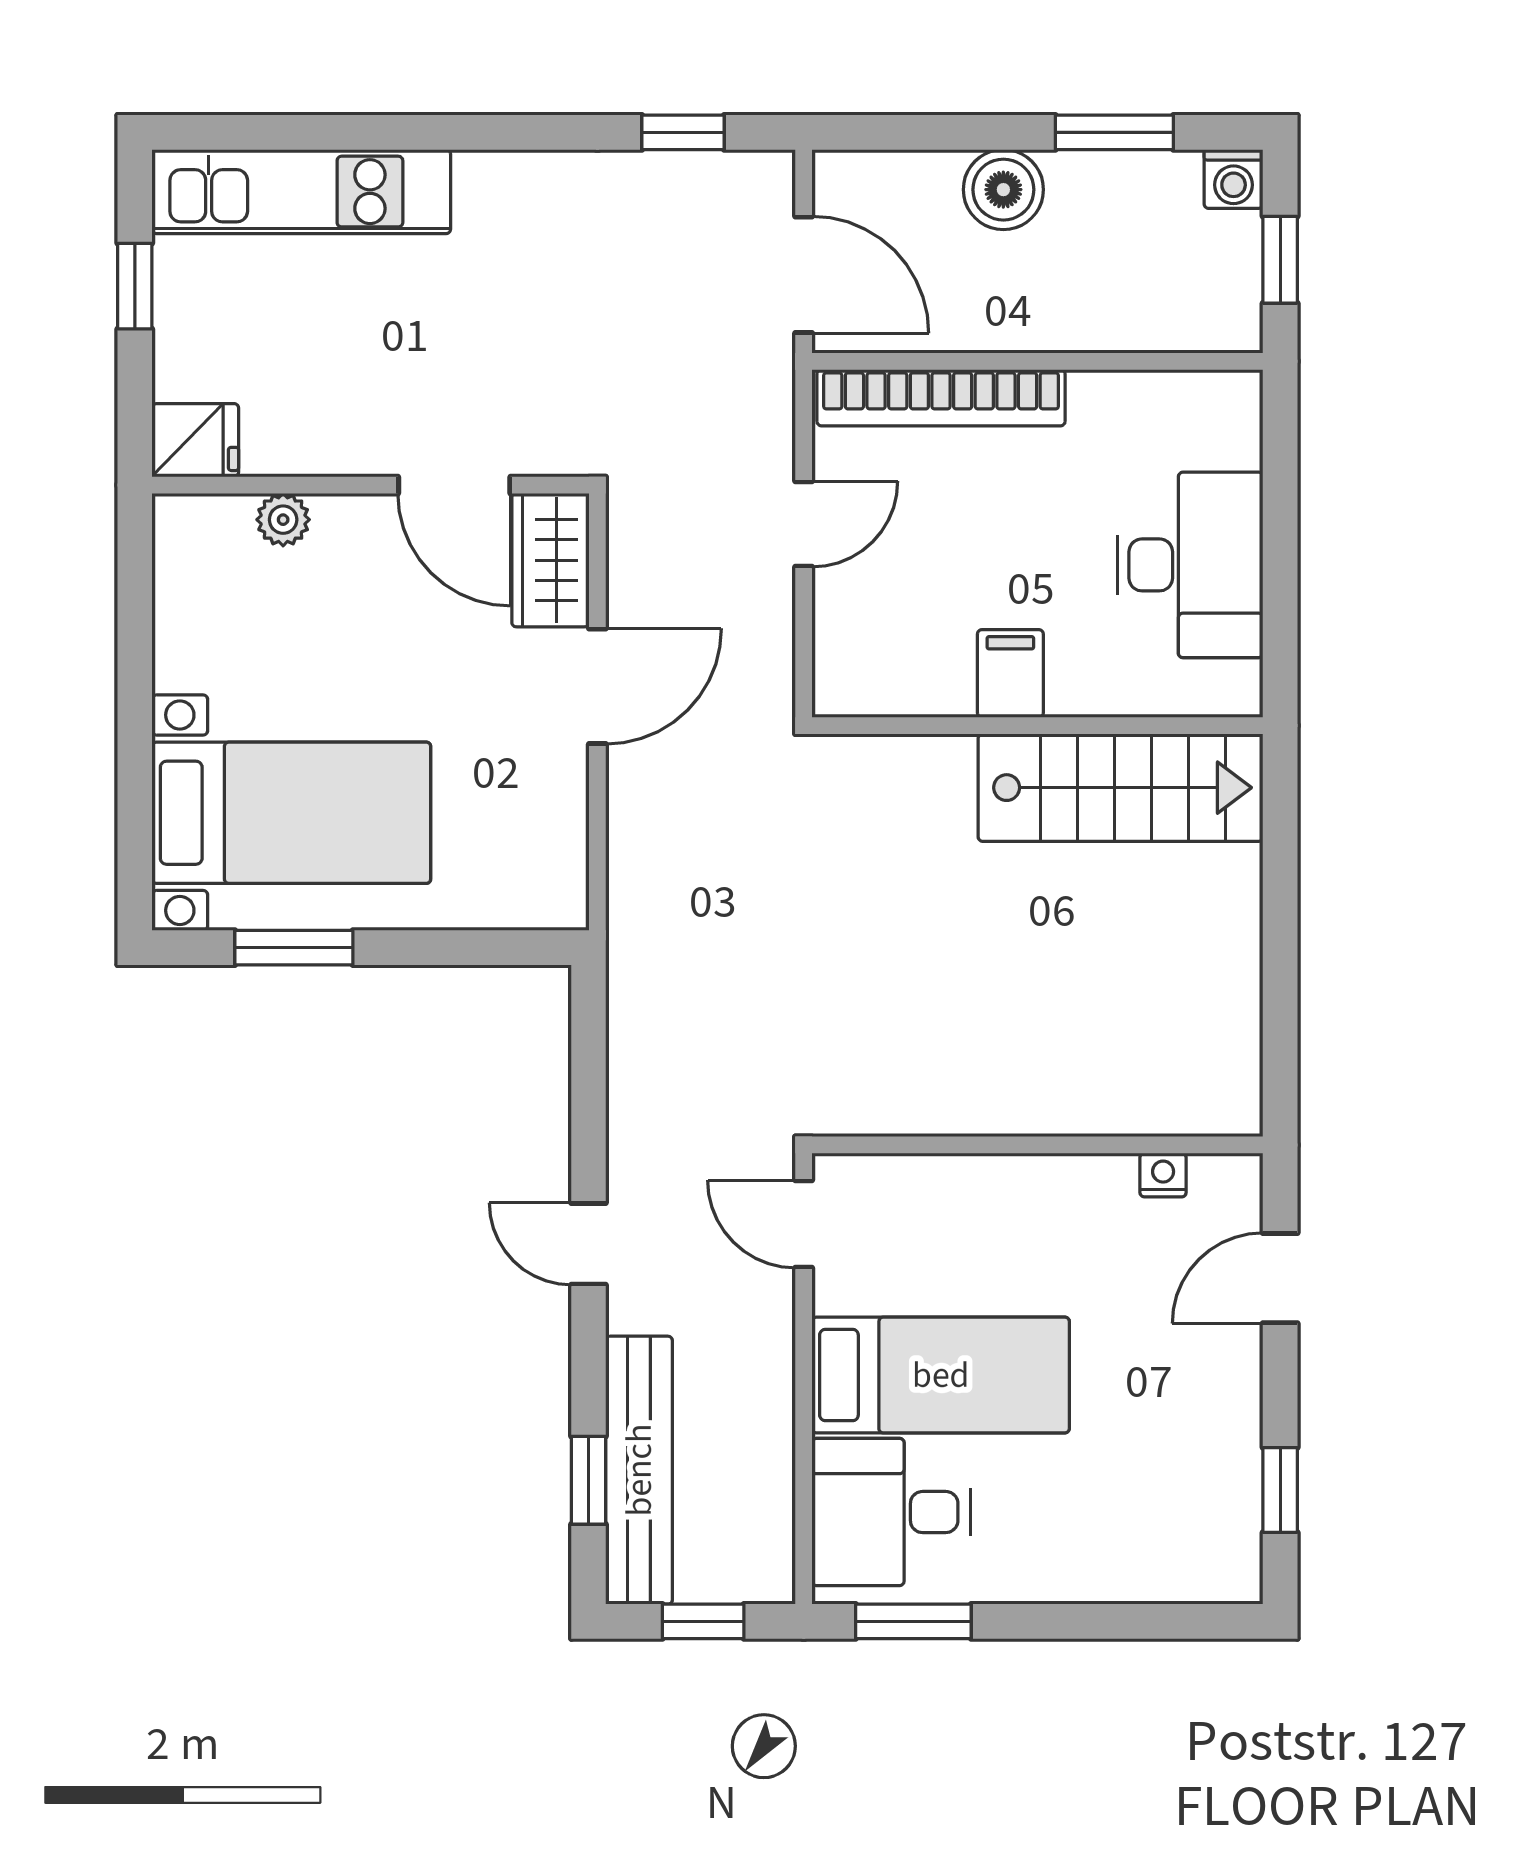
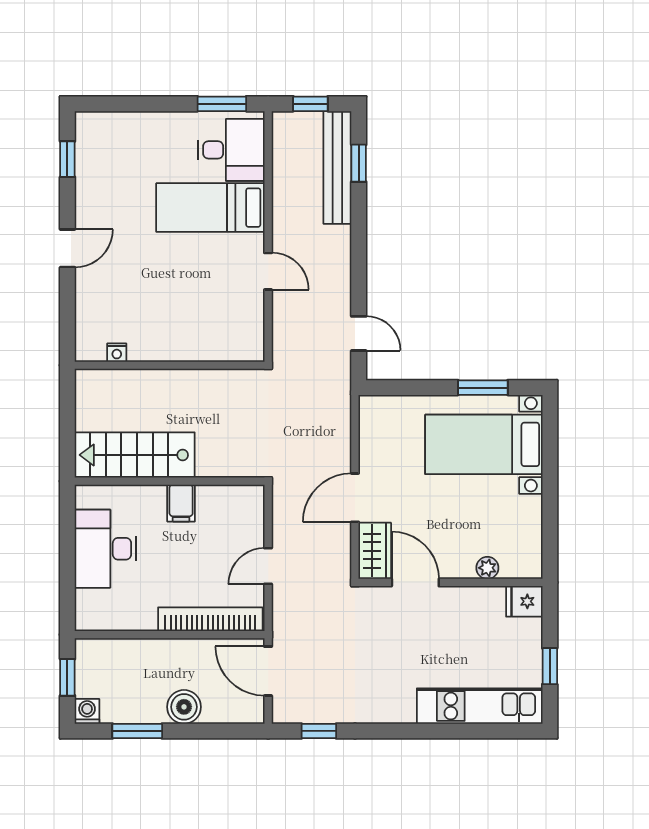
wall: (1037, 1145) -> (170, 365), moved
nightstand: (1163, 1175) -> (117, 353), moved
door: (589, 1244) -> (359, 333), moved

